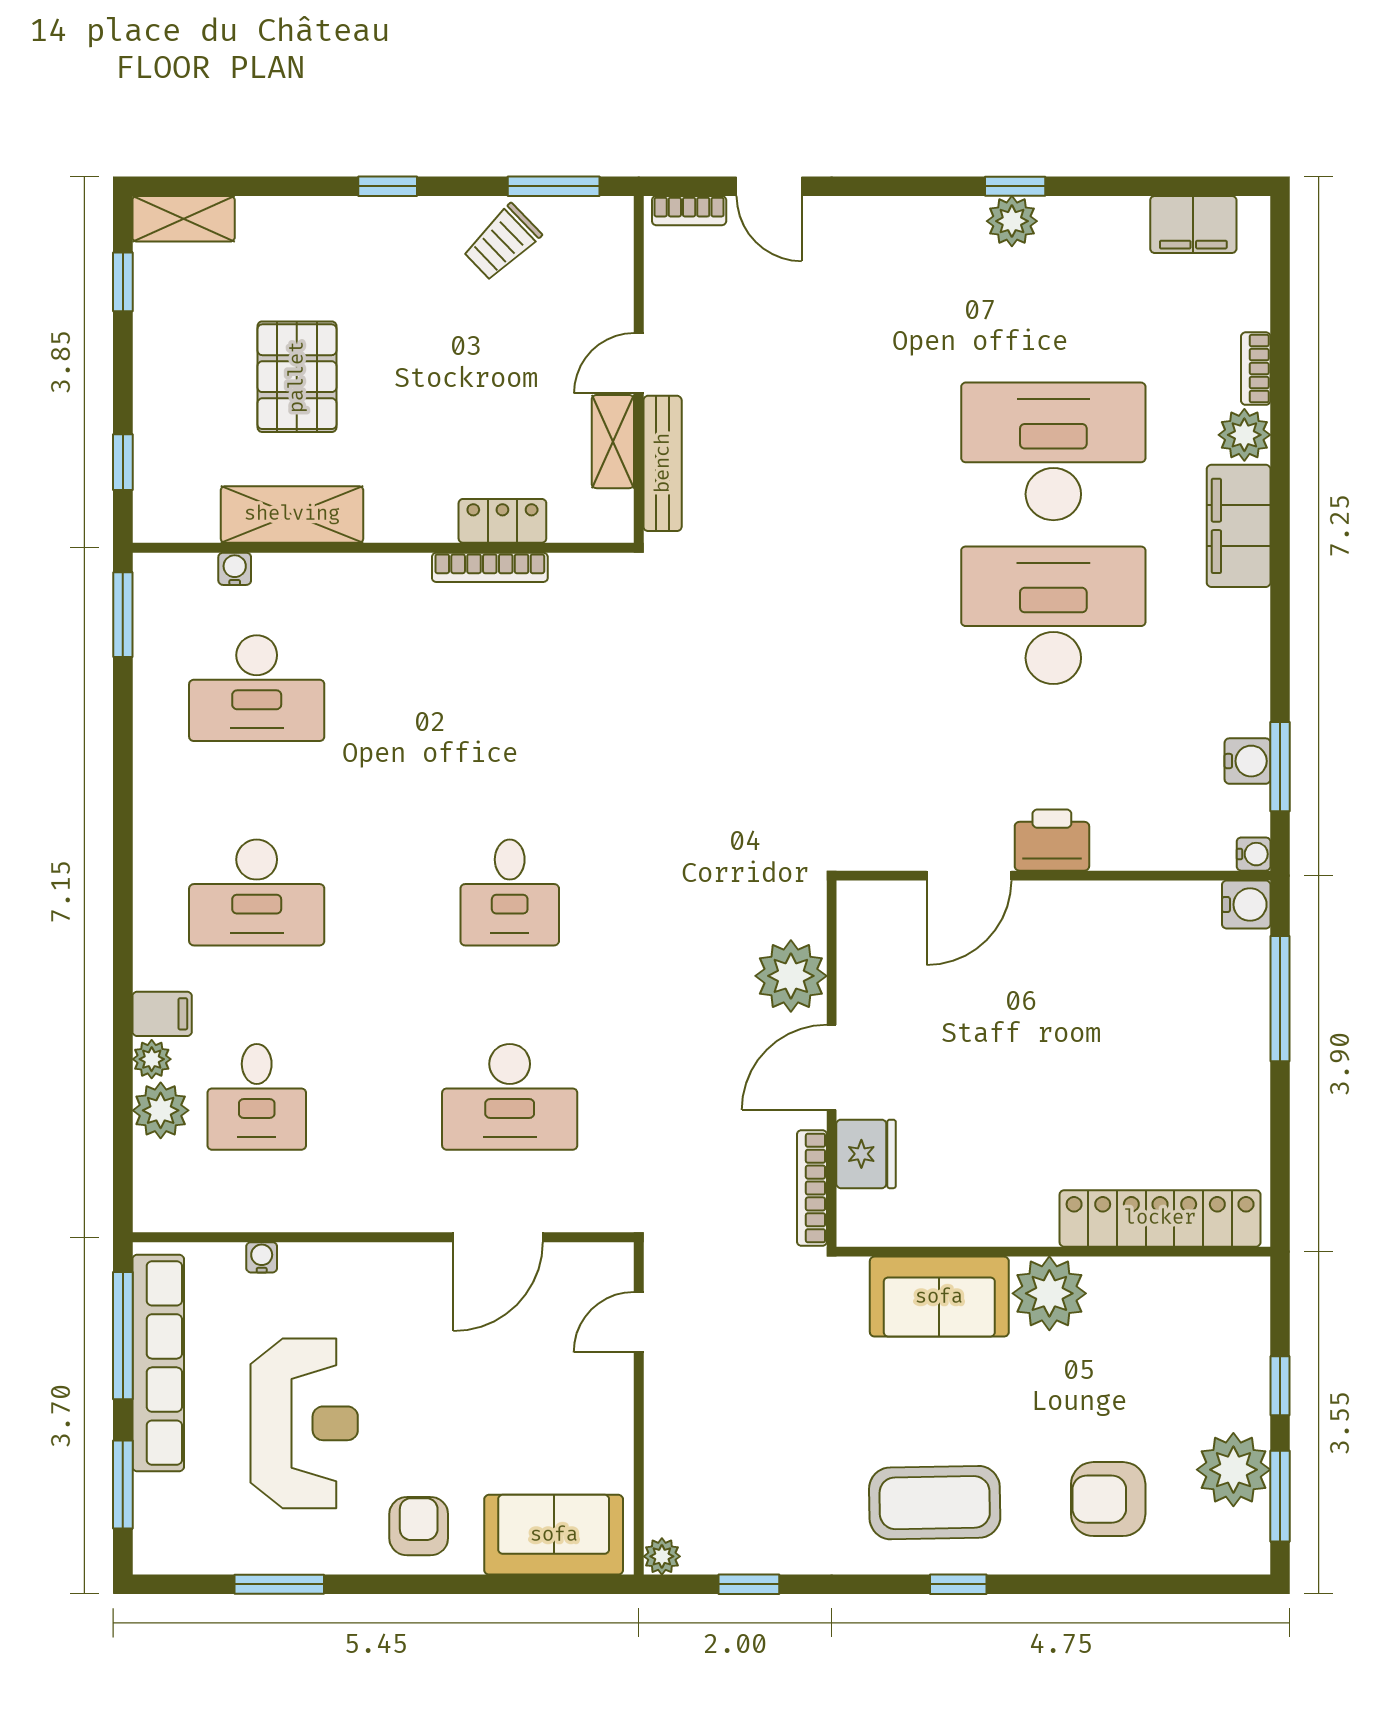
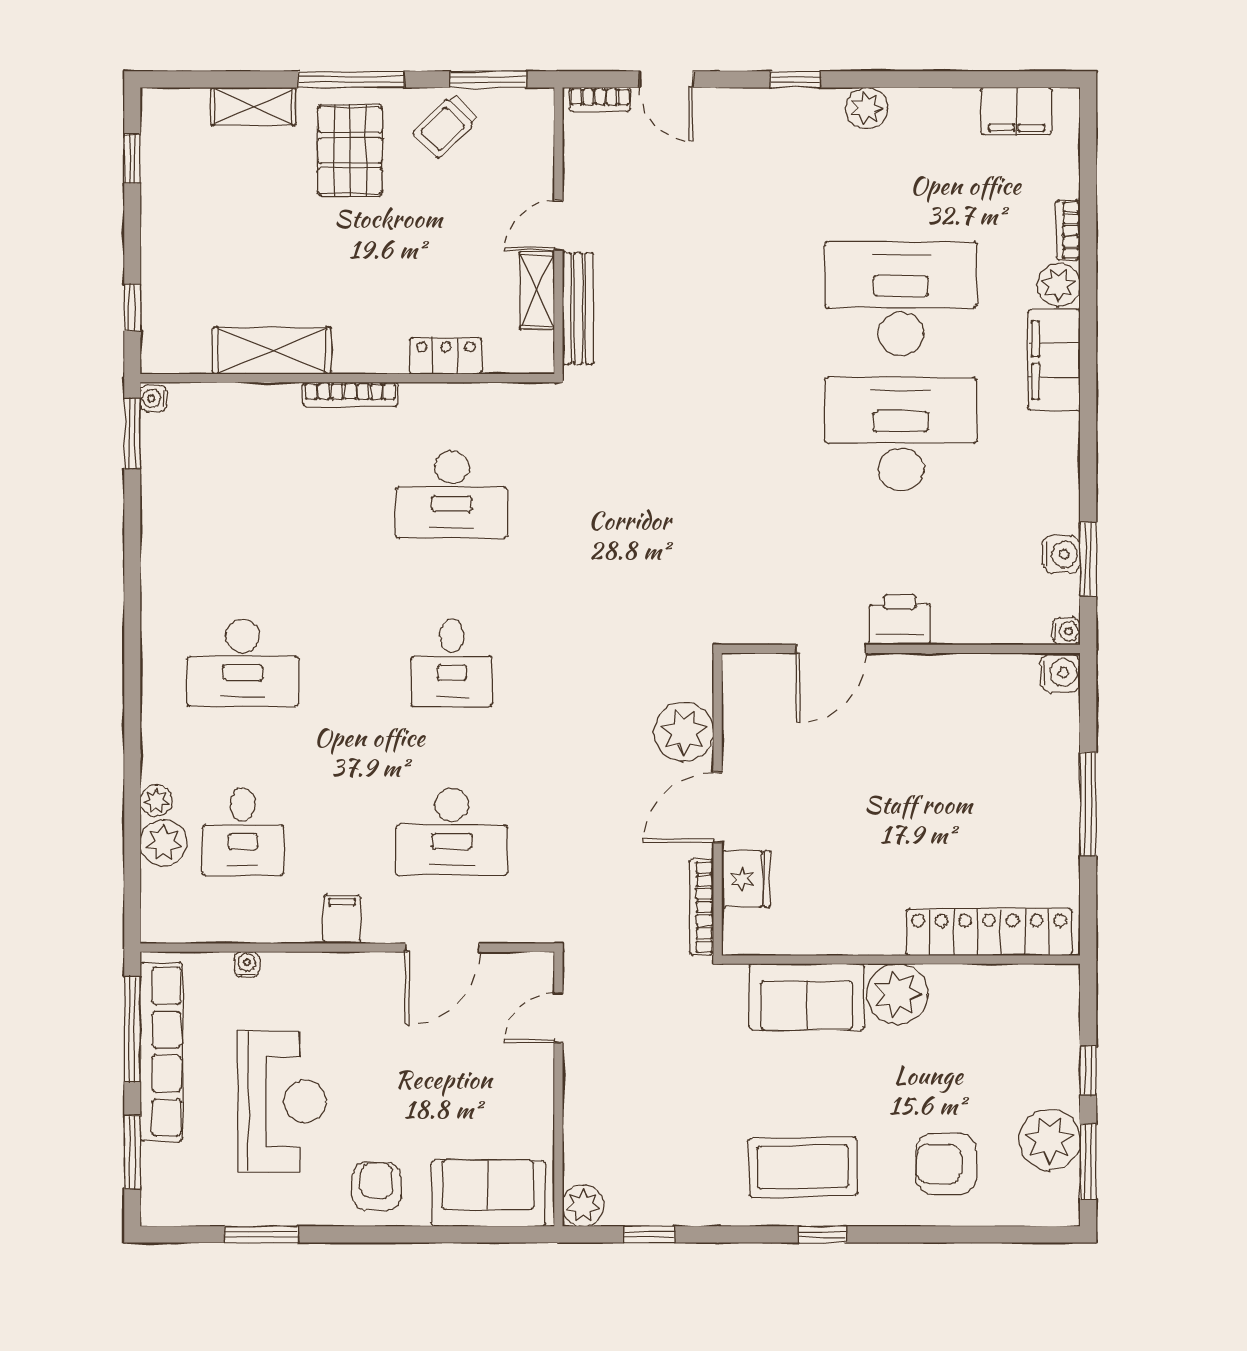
window: (388, 186) -> (351, 79), width x2.17
window: (1015, 186) -> (795, 79), moved
shelving: (184, 219) -> (253, 106), moved
pallet: (297, 377) -> (350, 150), moved
bookcase: (490, 567) -> (350, 394), moved
water cooler: (235, 569) -> (154, 398), moved, turned -90
desk: (257, 688) -> (452, 494), moved
window: (1280, 999) -> (1088, 804), moved
filing cabinet: (162, 1014) -> (342, 919), moved, turned -90
plant: (662, 1556) -> (583, 1206), width x1.38, depth x1.38

